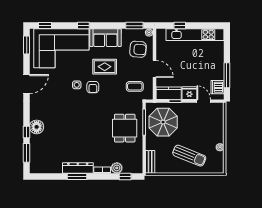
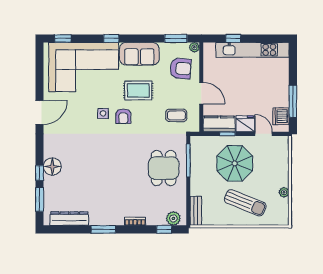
window: (27, 45) -> (40, 63), removed
parasol: (163, 122) -> (235, 163), moved
dresser: (78, 168) -> (69, 219), moved
plant: (117, 168) -> (173, 218), moved

